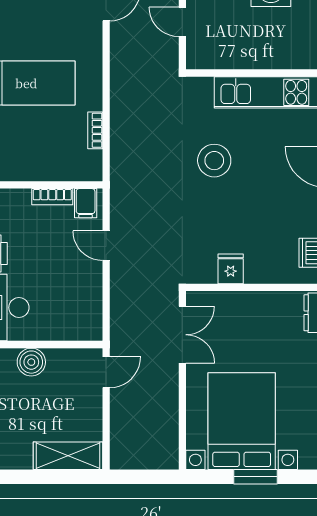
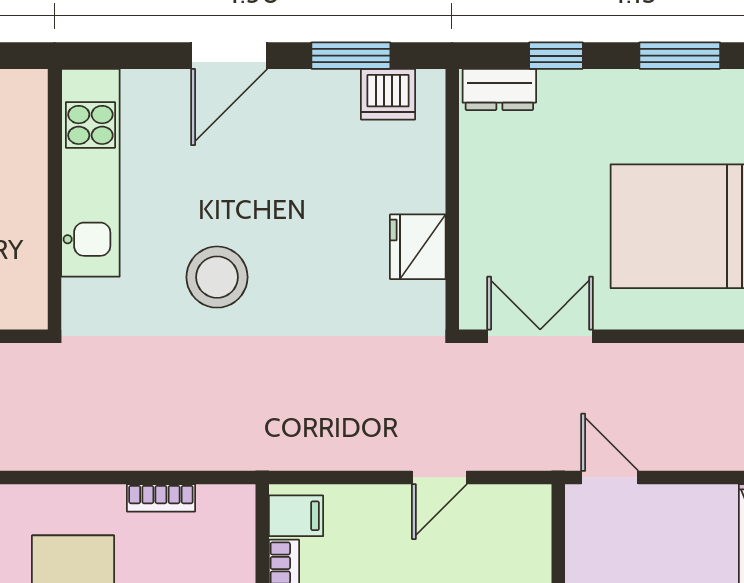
door: (106, 246) -> (439, 478), moved
fridge: (231, 269) -> (418, 247), width x1.38

